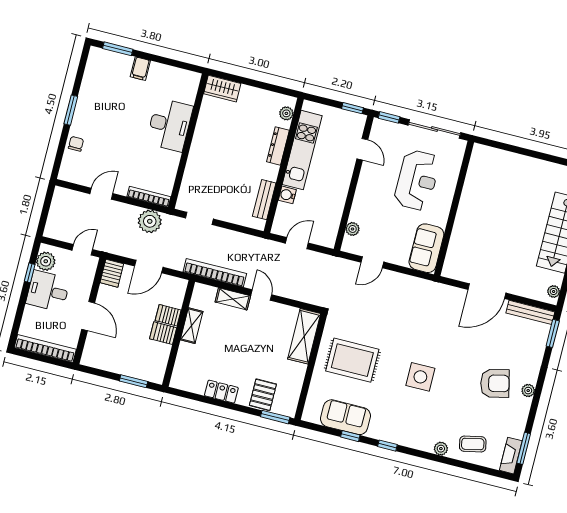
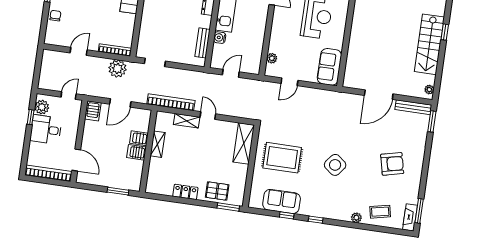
door: (88, 316) -> (76, 160), moved
side table: (420, 377) -> (335, 165), turned 38
plant: (528, 391) -> (418, 167), removed
pallet: (263, 395) -> (217, 191), turned 90

